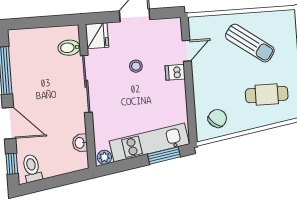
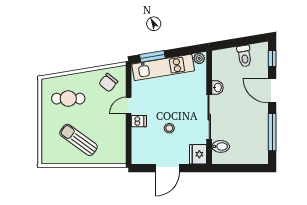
door: (187, 51) -> (129, 105), moved
washbasin: (80, 143) -> (218, 87), moved
toilet: (32, 168) -> (244, 56), moved

